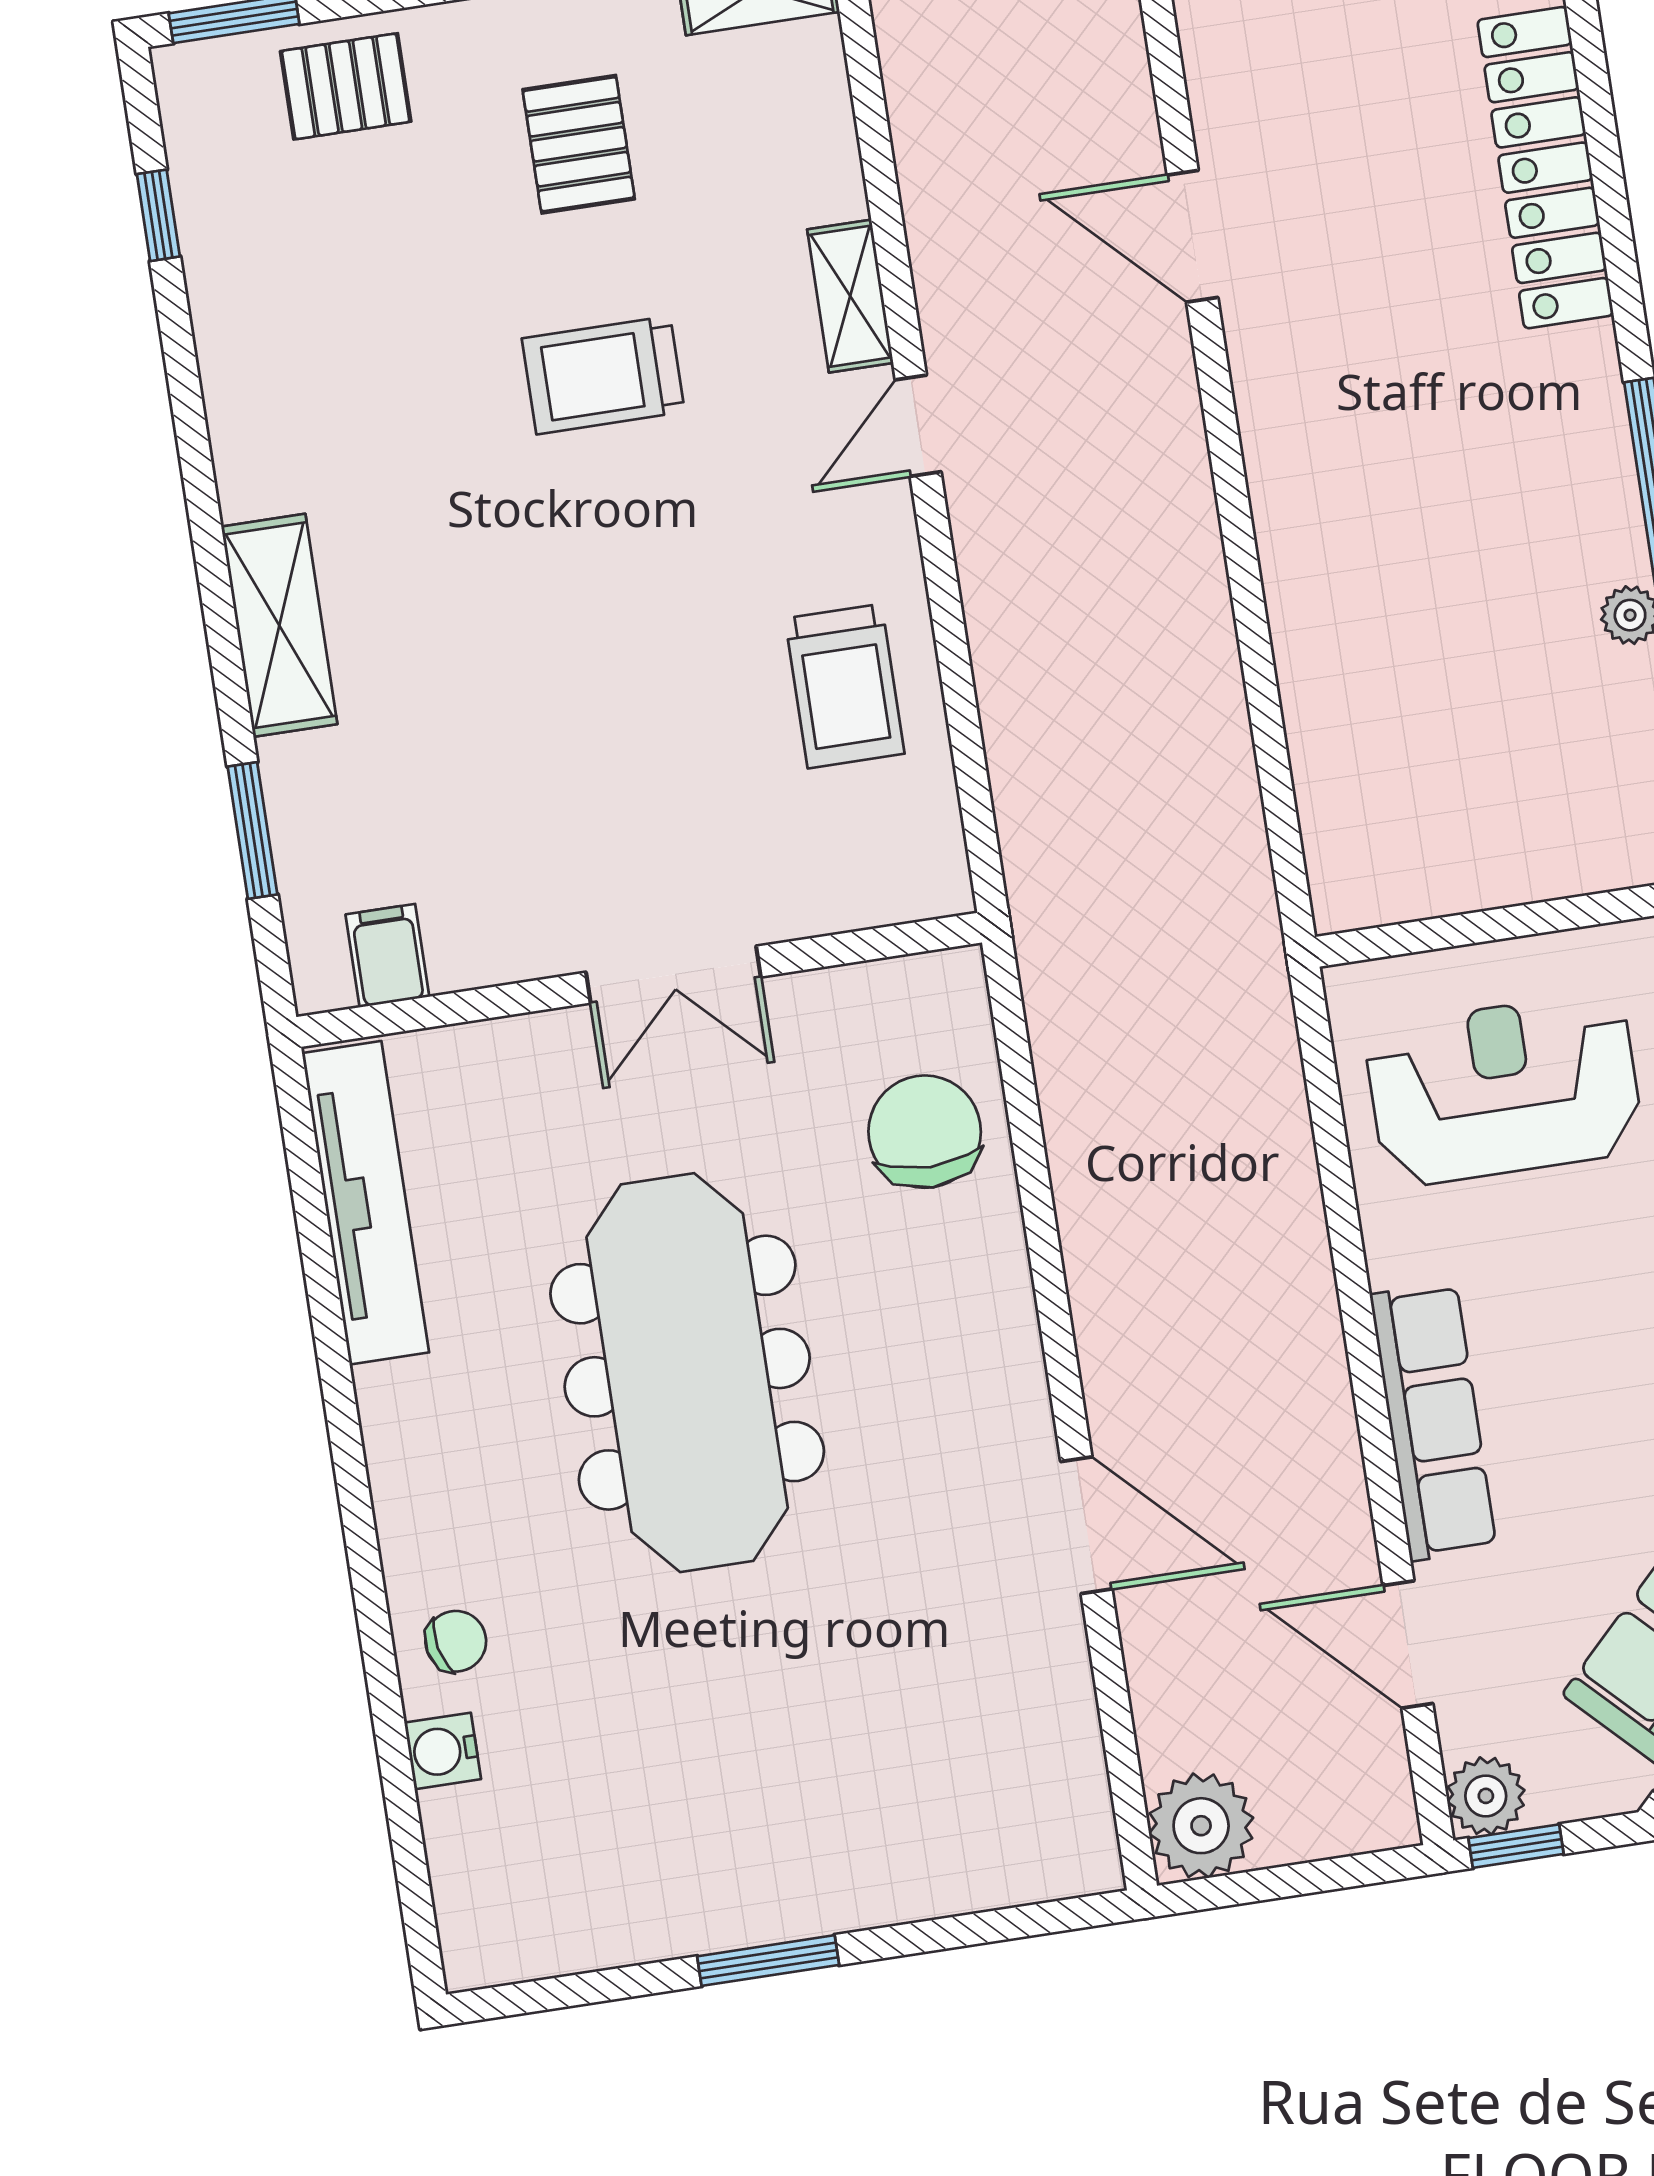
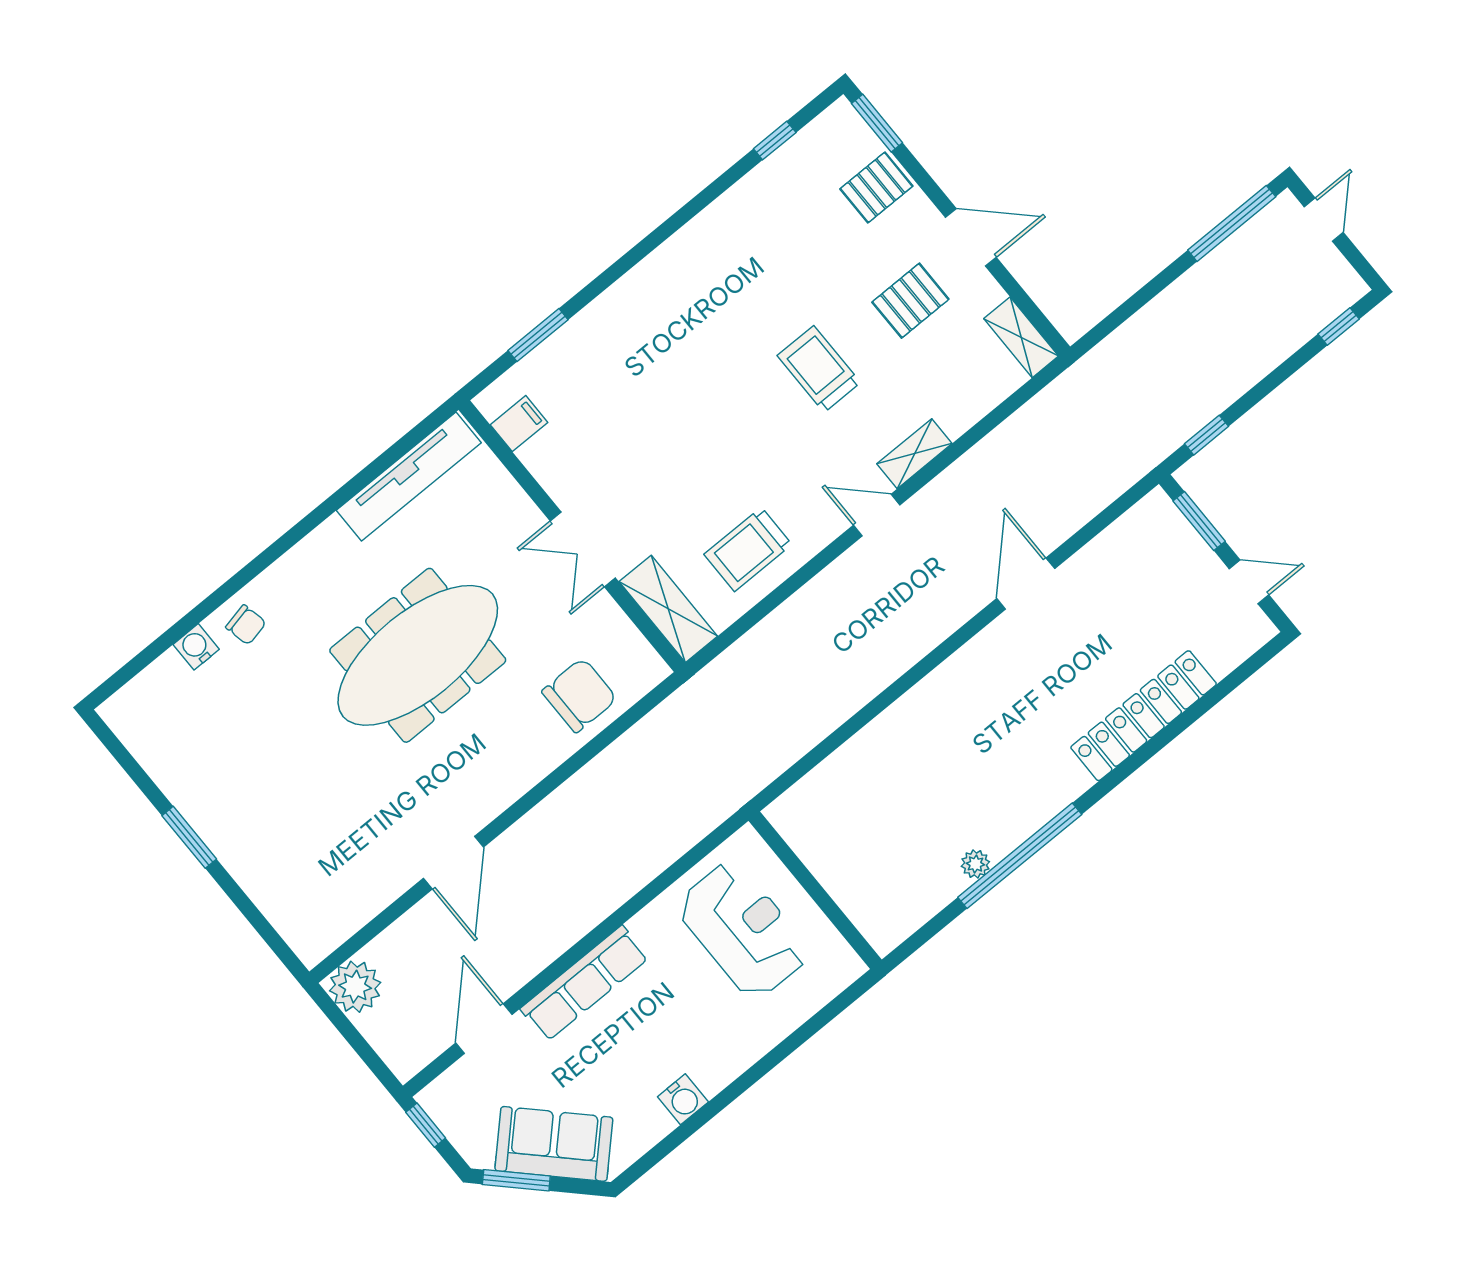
pallet: (346, 86) -> (876, 187), turned 90
shelving: (279, 625) -> (668, 609), moved, turned 90
plant: (1486, 1796) -> (439, 1100), removed

